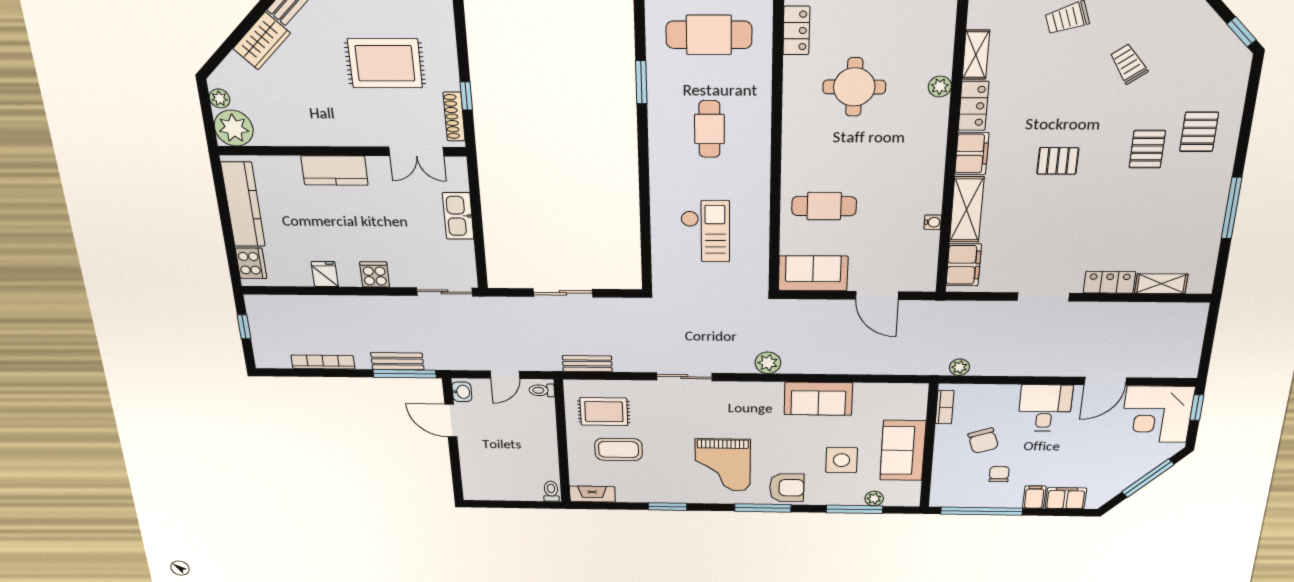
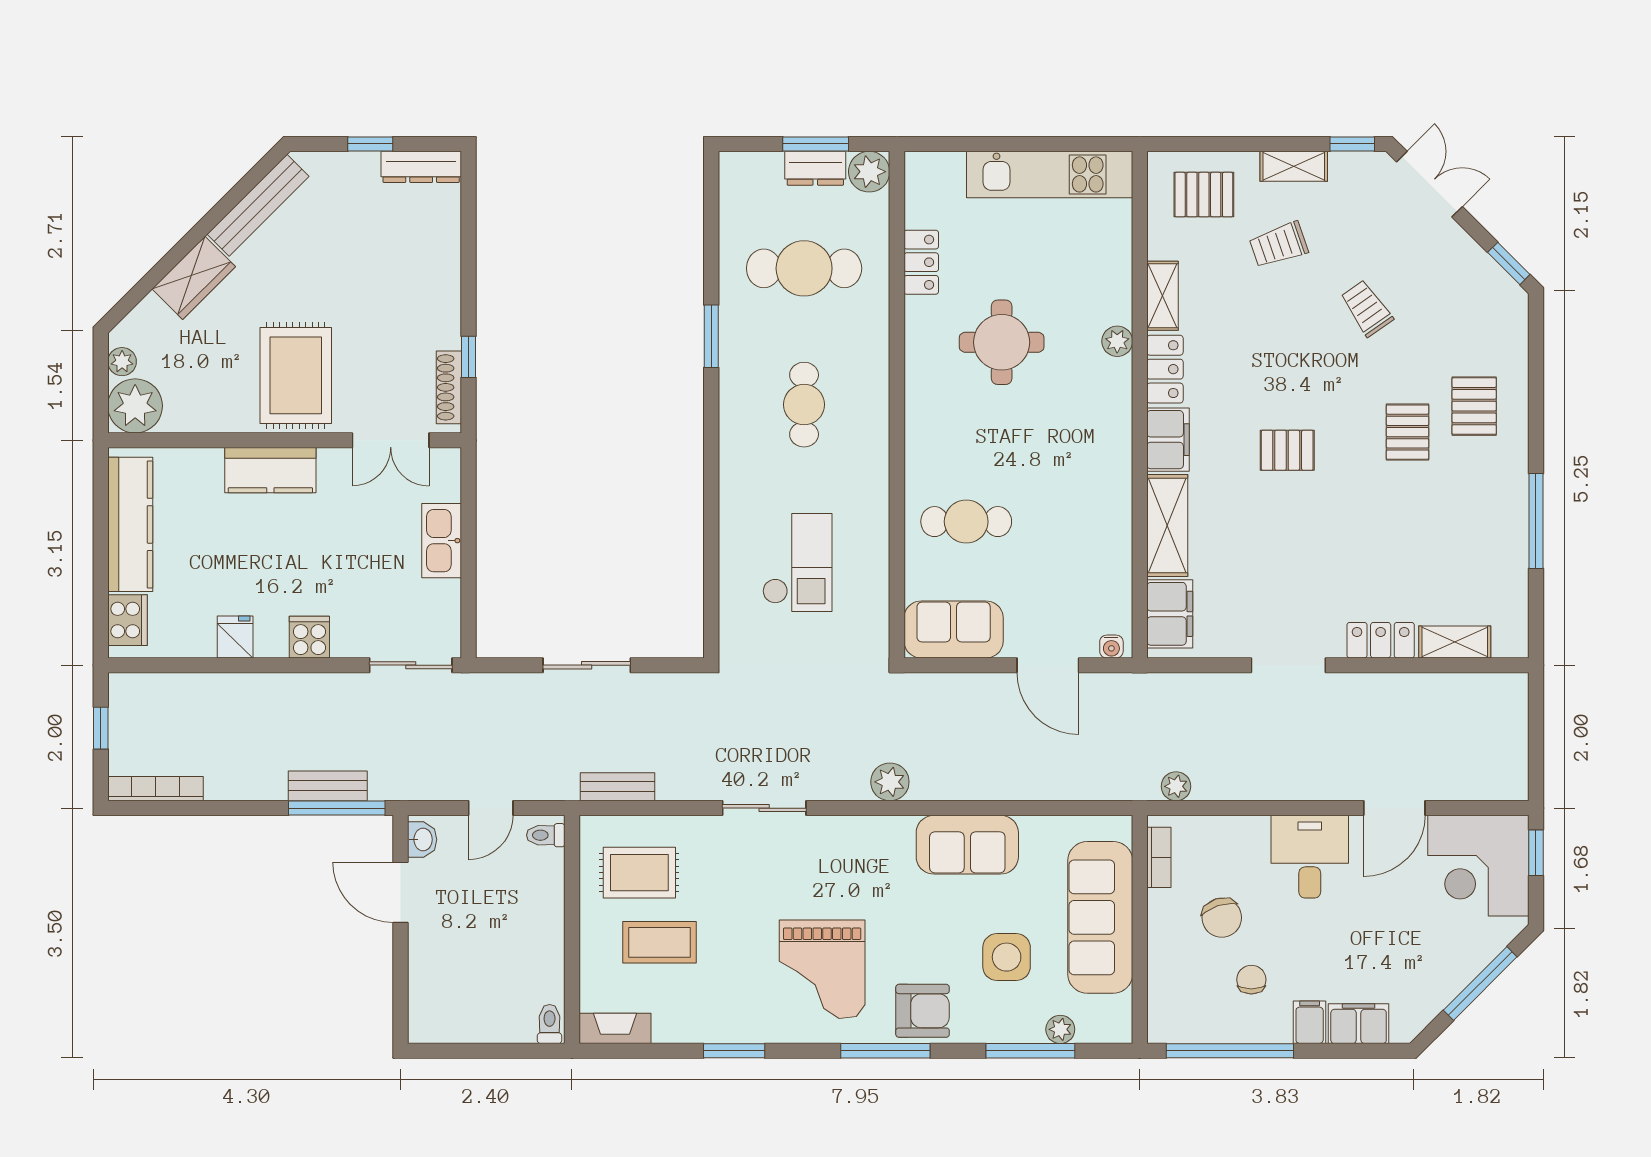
rug: (385, 63) -> (296, 375), moved, turned 90
water cooler: (933, 222) -> (1111, 647), moved, turned 90
bookcase: (323, 362) -> (156, 789), moved
sofa: (903, 450) -> (1100, 917), width x1.36

